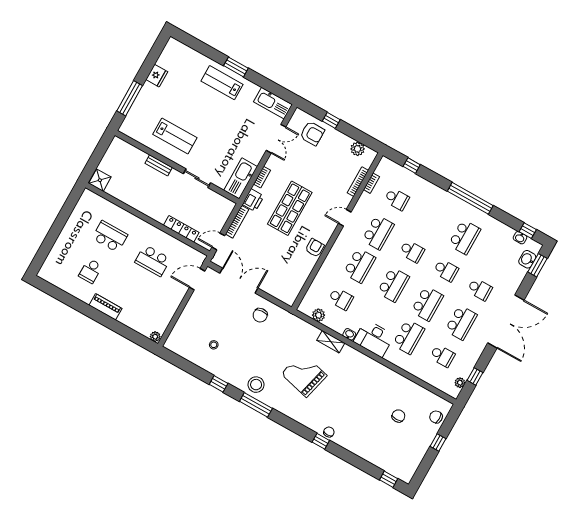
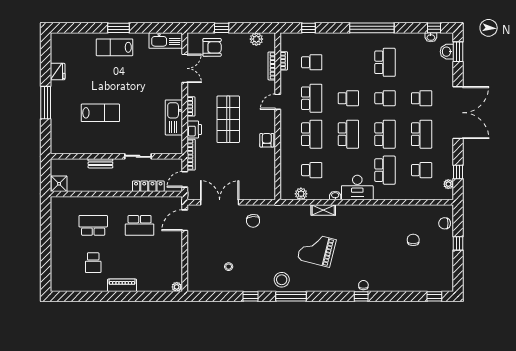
bench: (159, 165) -> (100, 163), moved
wall: (177, 167) -> (116, 156), moved
sliding door: (197, 178) -> (138, 156), moved

